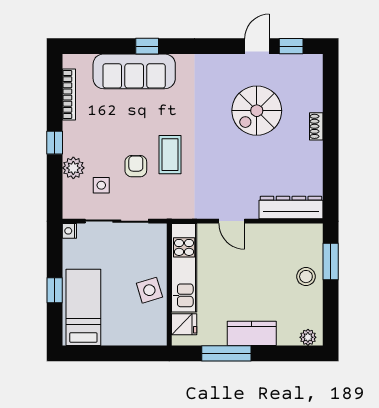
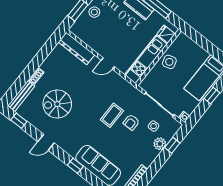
window: (147, 46) -> (75, 166), moved
door: (257, 46) -> (46, 142), moved
bench: (315, 82) -> (21, 96), added
spiral stairs: (257, 111) -> (57, 104), turned 180
window: (55, 143) -> (172, 145), moved
door: (232, 221) -> (108, 63), swing flipped

